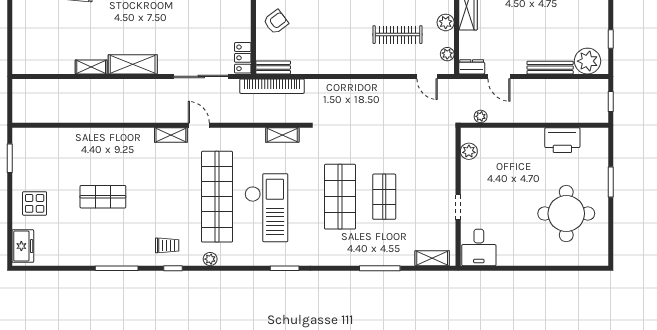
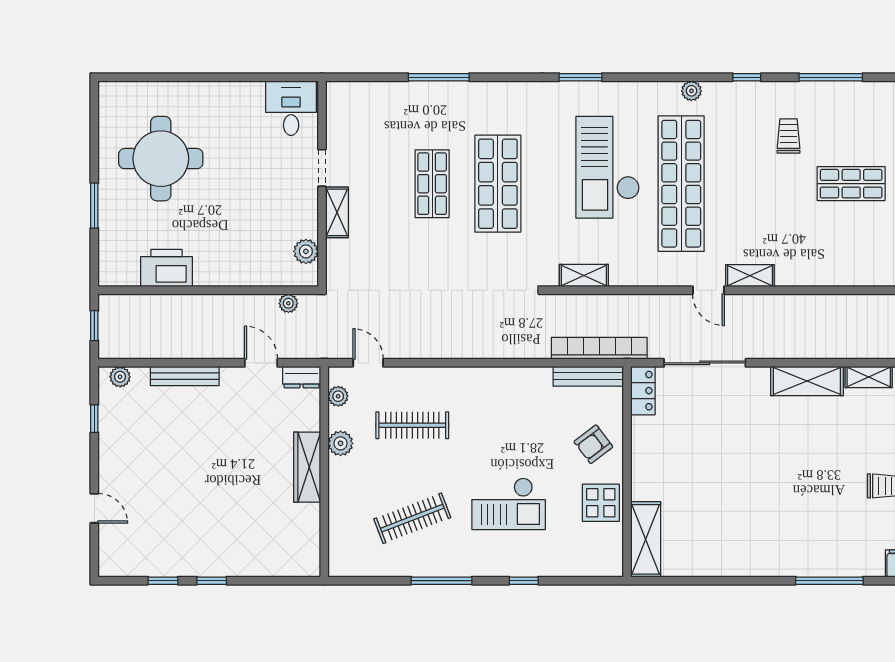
plant: (587, 61) -> (120, 377), width x0.53, depth x0.53
bench: (273, 67) -> (588, 376), width x1.36
trolley: (167, 245) -> (789, 136), moved, turned 90
shelving: (432, 258) -> (337, 212), moved, turned 90

